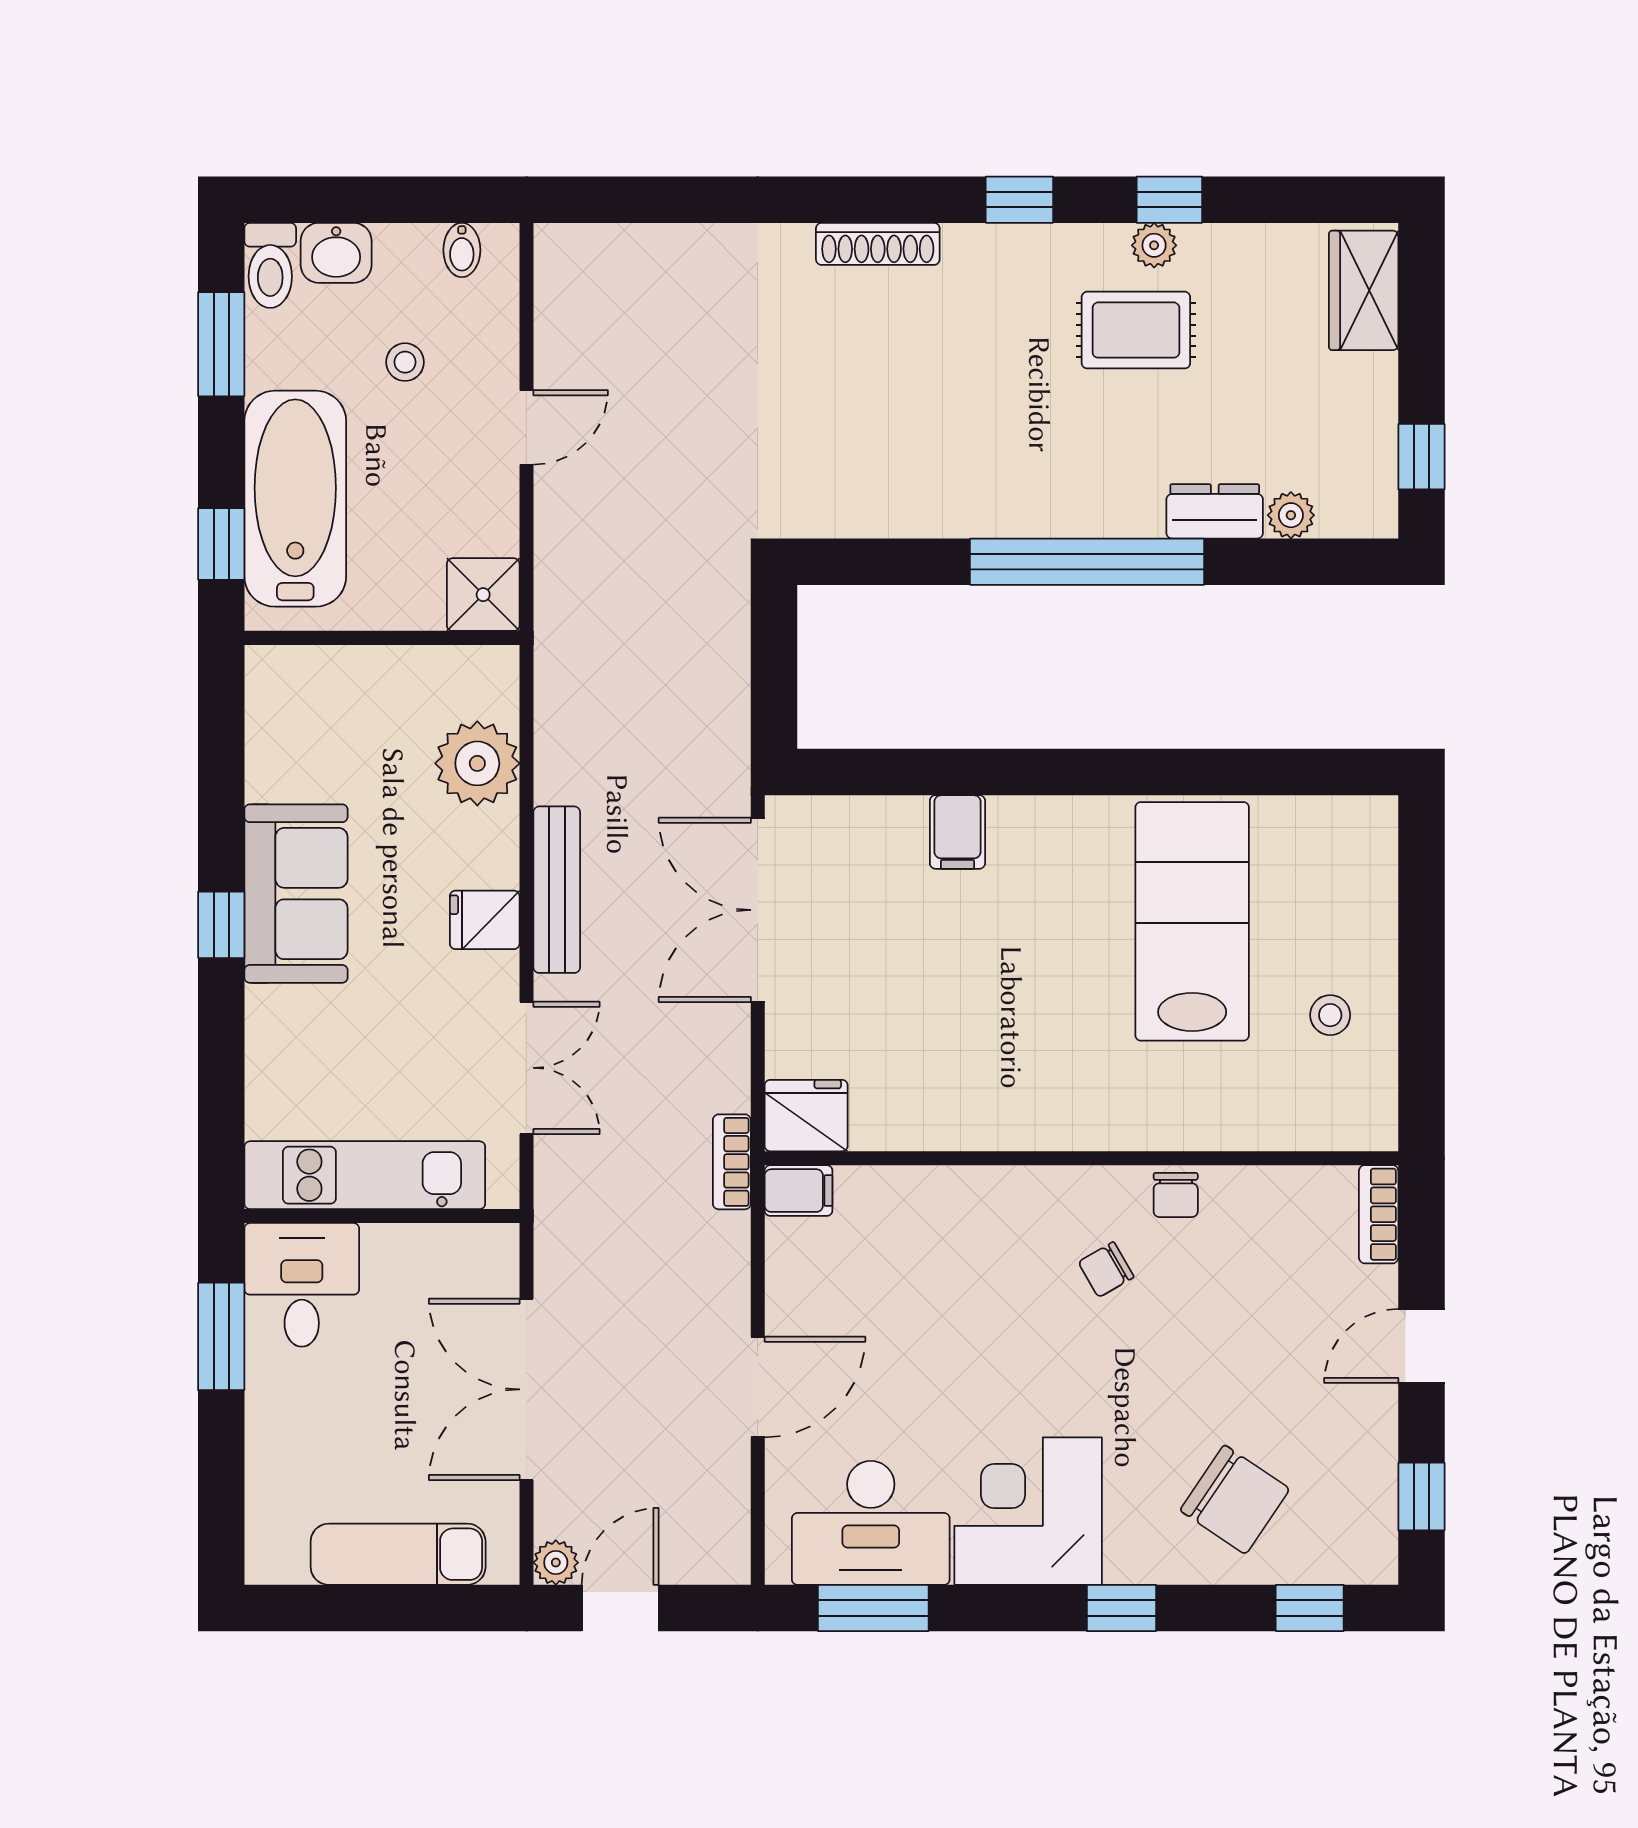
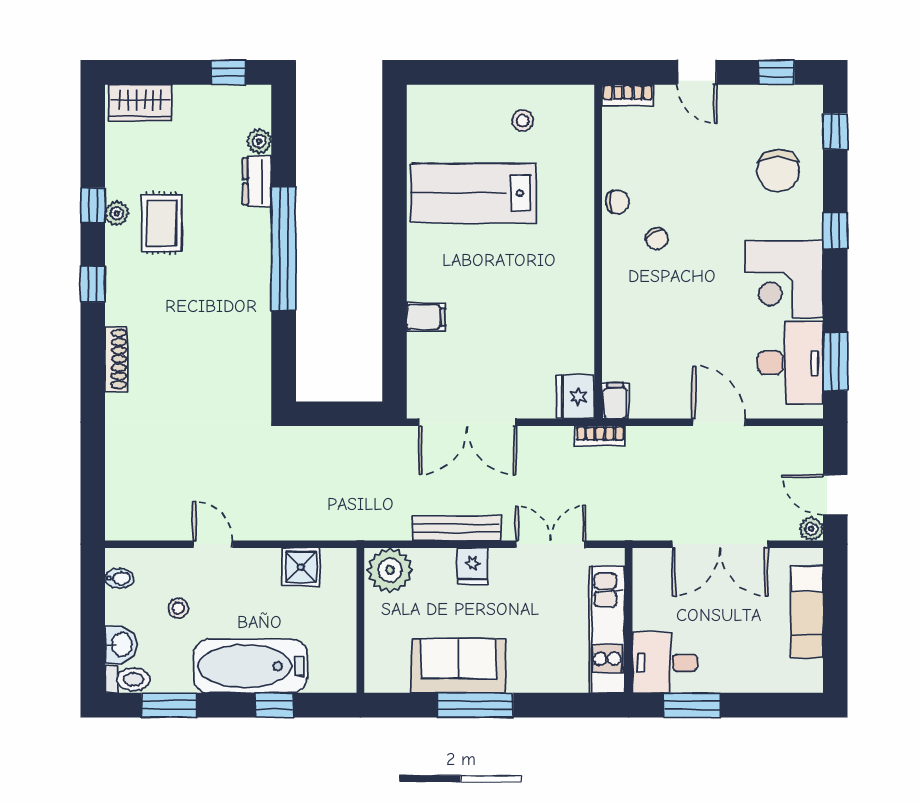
wall: (382, 638) -> (360, 620), moved
window: (221, 925) -> (475, 705), width x2.17
chair: (1235, 1500) -> (778, 171), turned 146

